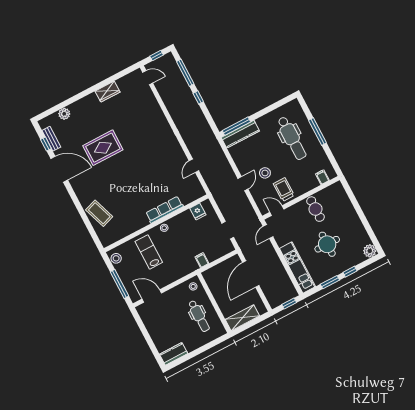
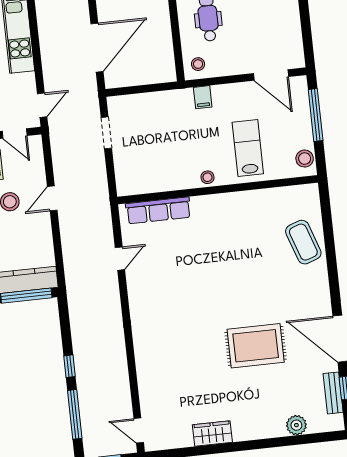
row of seats: (164, 210) -> (158, 210), moved
fridge: (198, 211) -> (143, 182), removed
lab bench: (149, 252) -> (248, 148), turned 180
filing cabinet: (202, 260) -> (203, 97), moved

